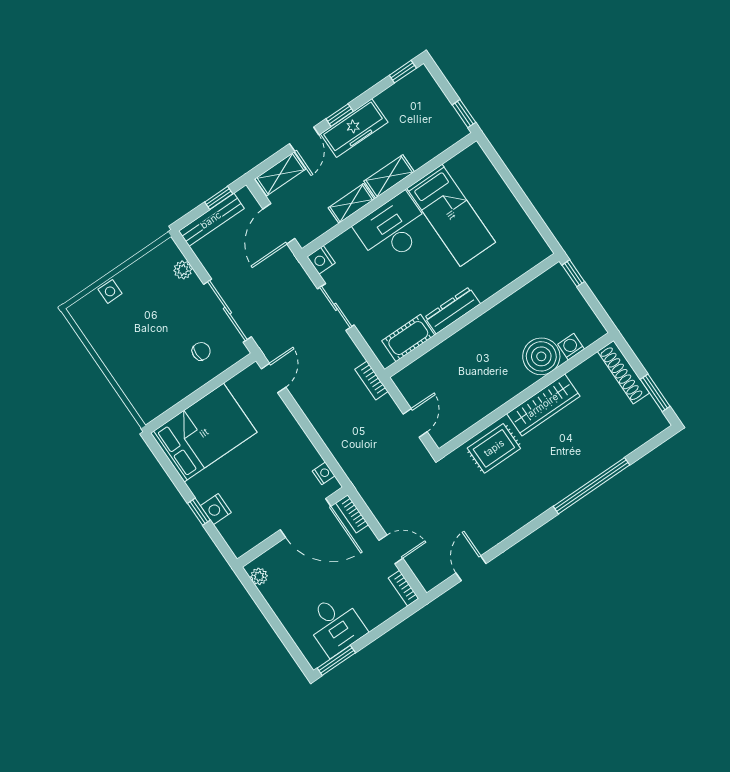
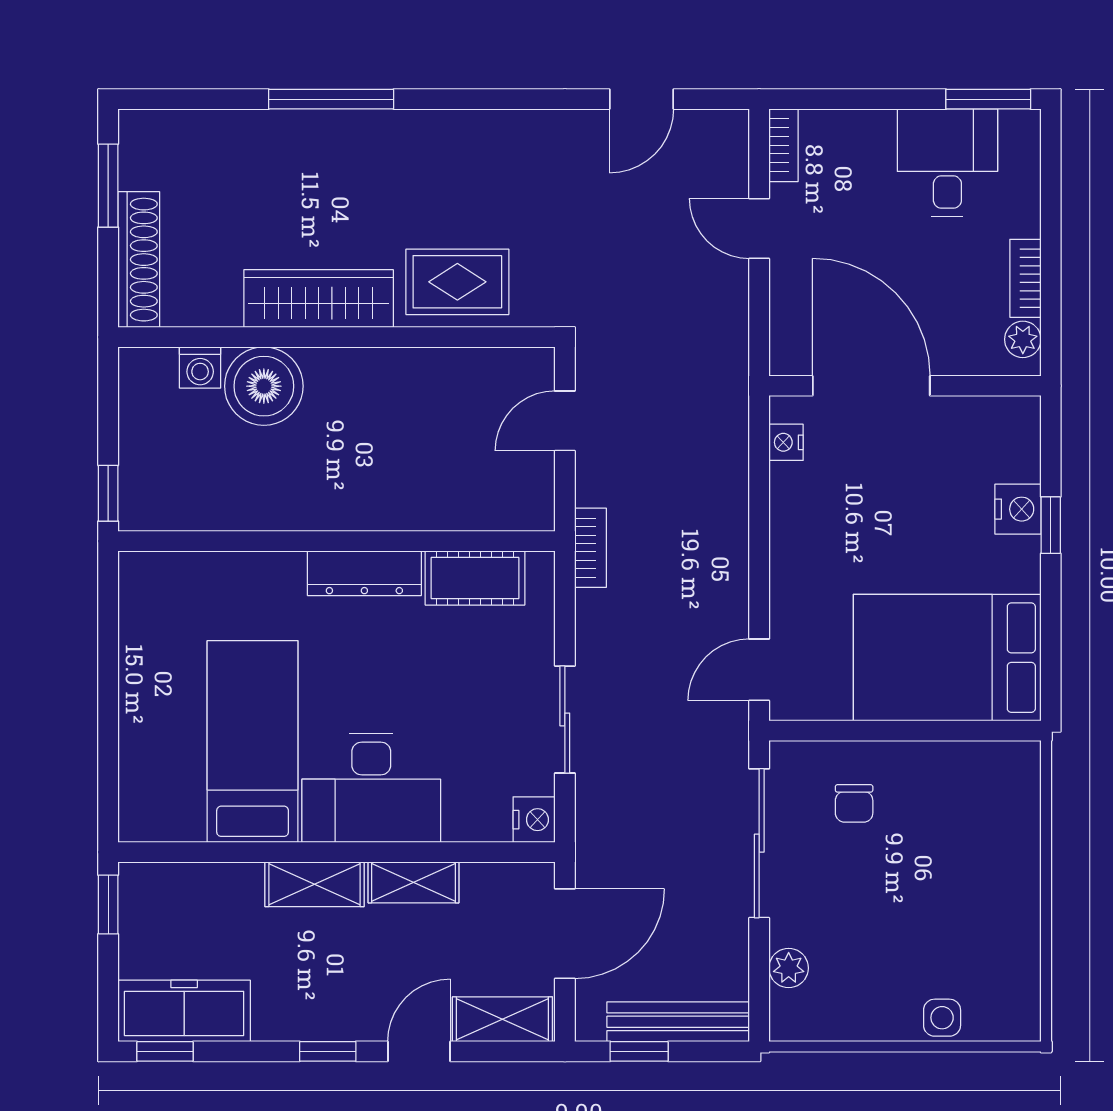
freezer: (354, 128) -> (184, 1011), moved
chair: (201, 351) -> (854, 803), turned -90
window: (591, 486) -> (331, 99), width x0.68
bookcase: (352, 514) -> (1025, 278), moved, turned 180

